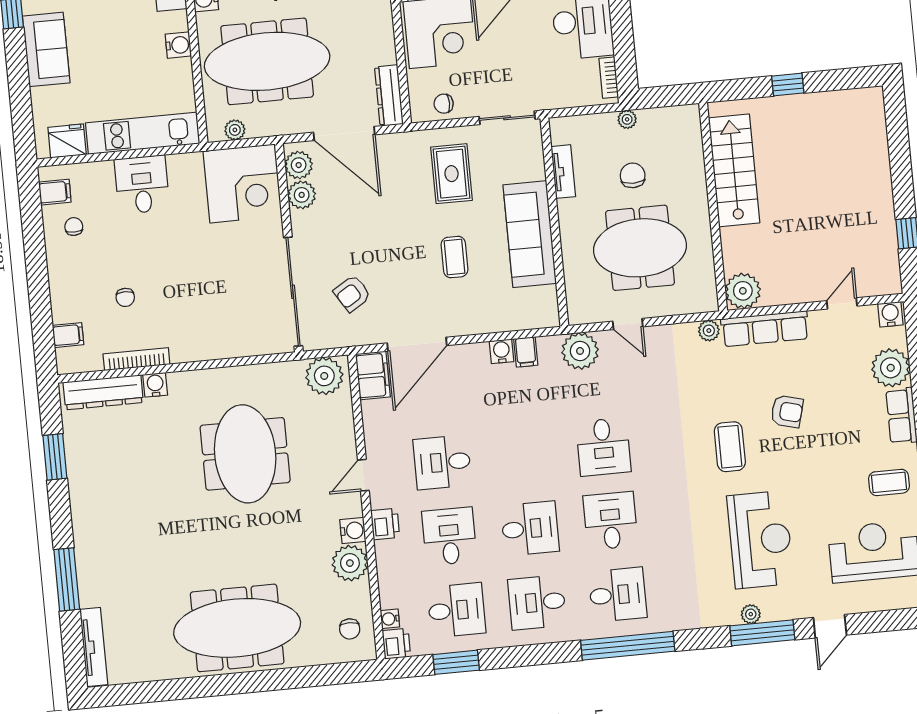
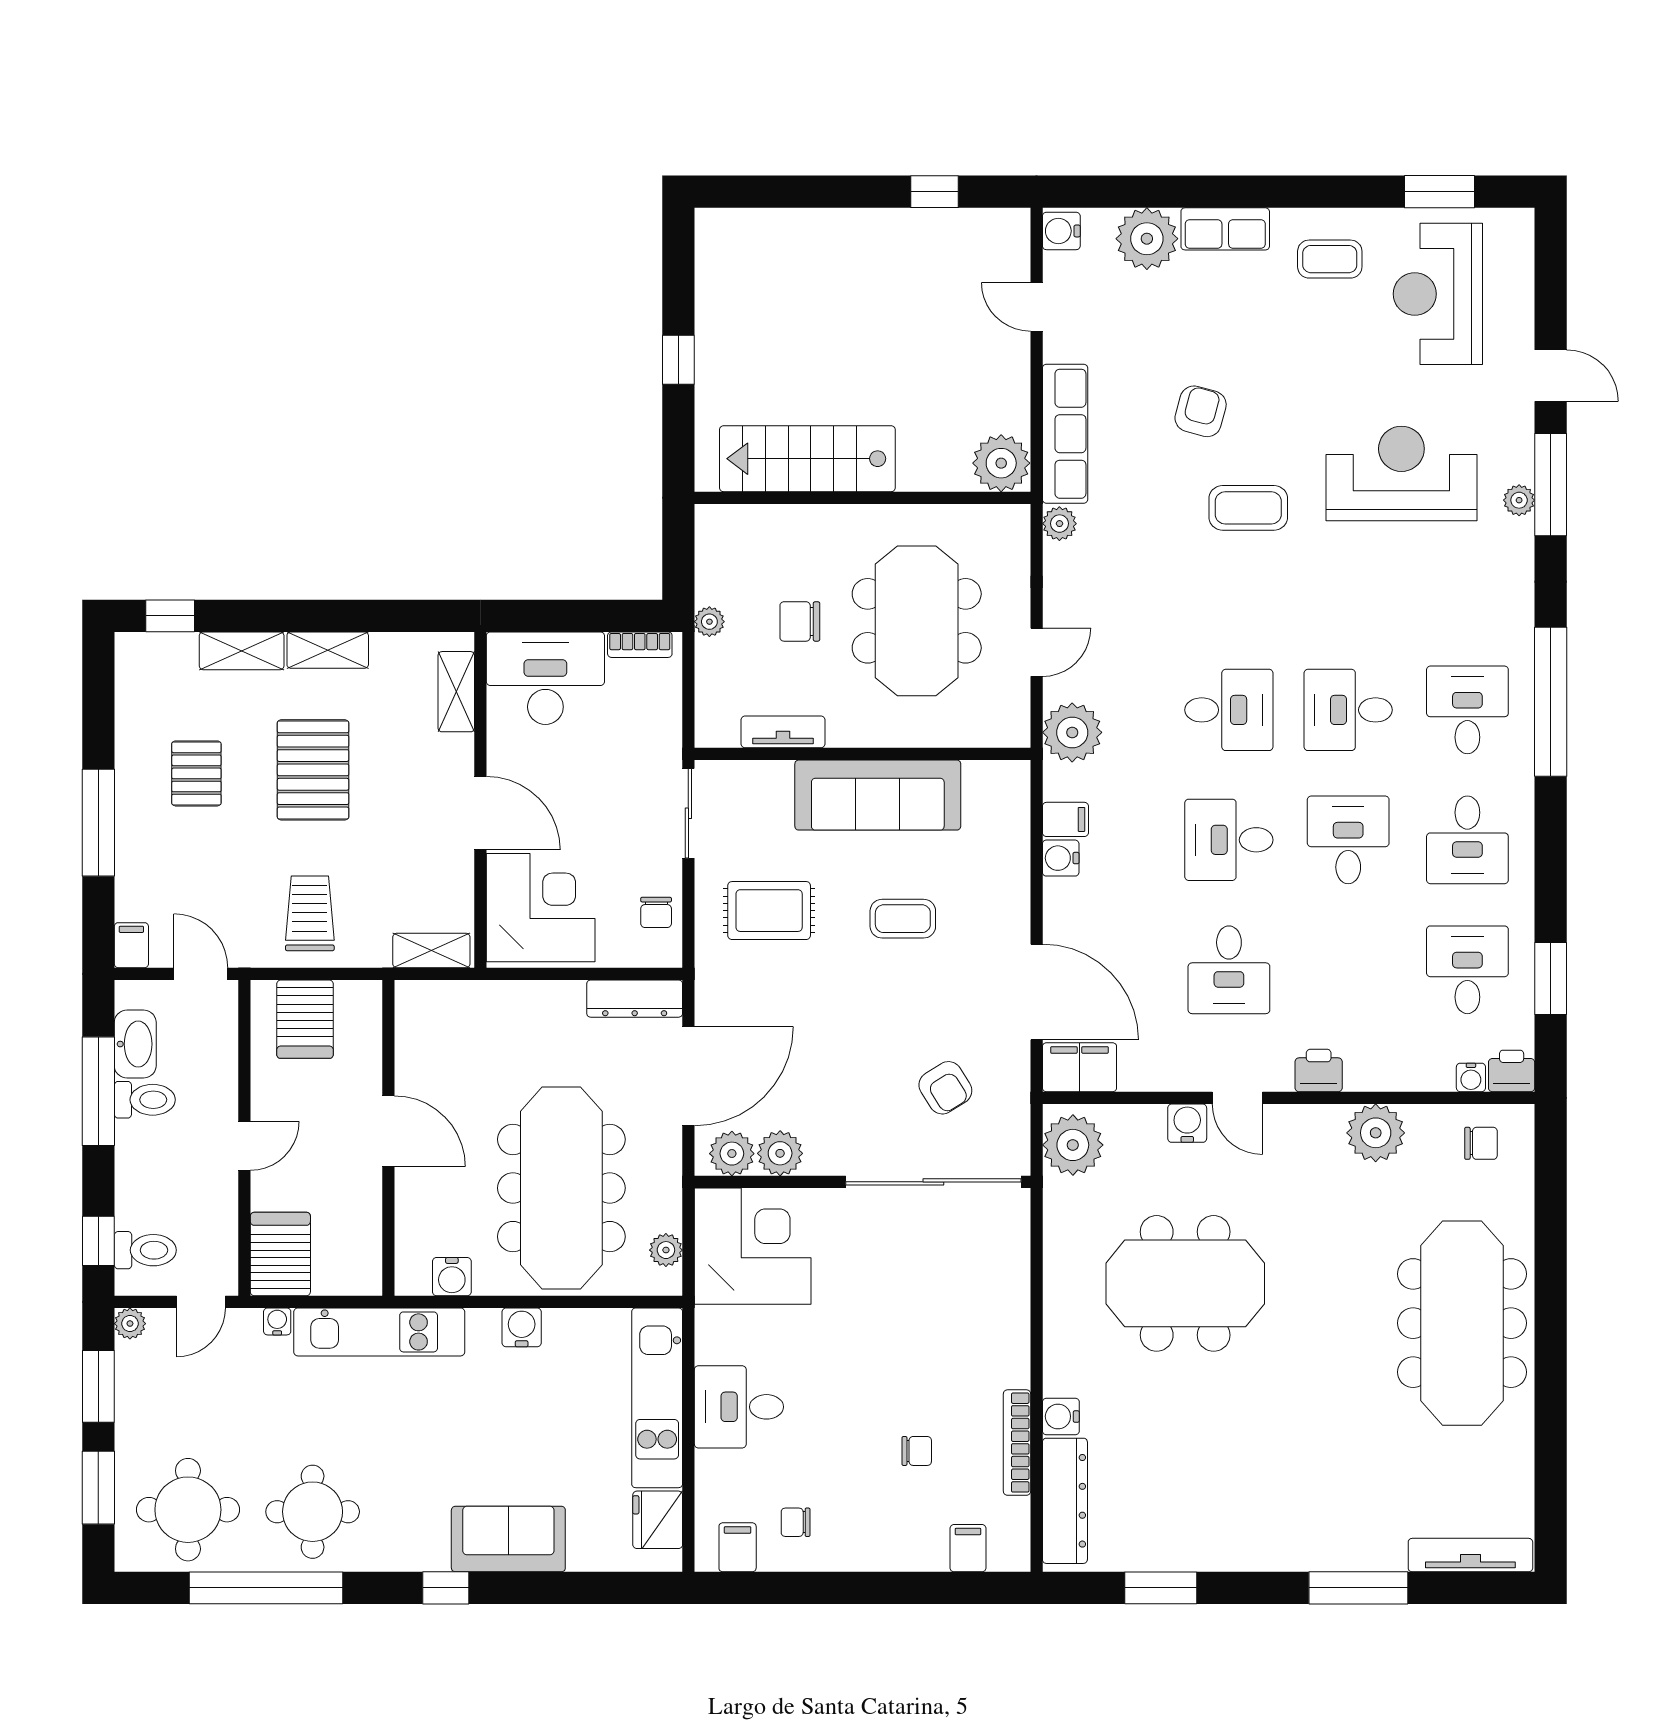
coffee table: (889, 482) -> (1330, 259), turned 90
water cooler: (353, 531) -> (1187, 1123), moved
desk: (449, 536) -> (1229, 840), moved

